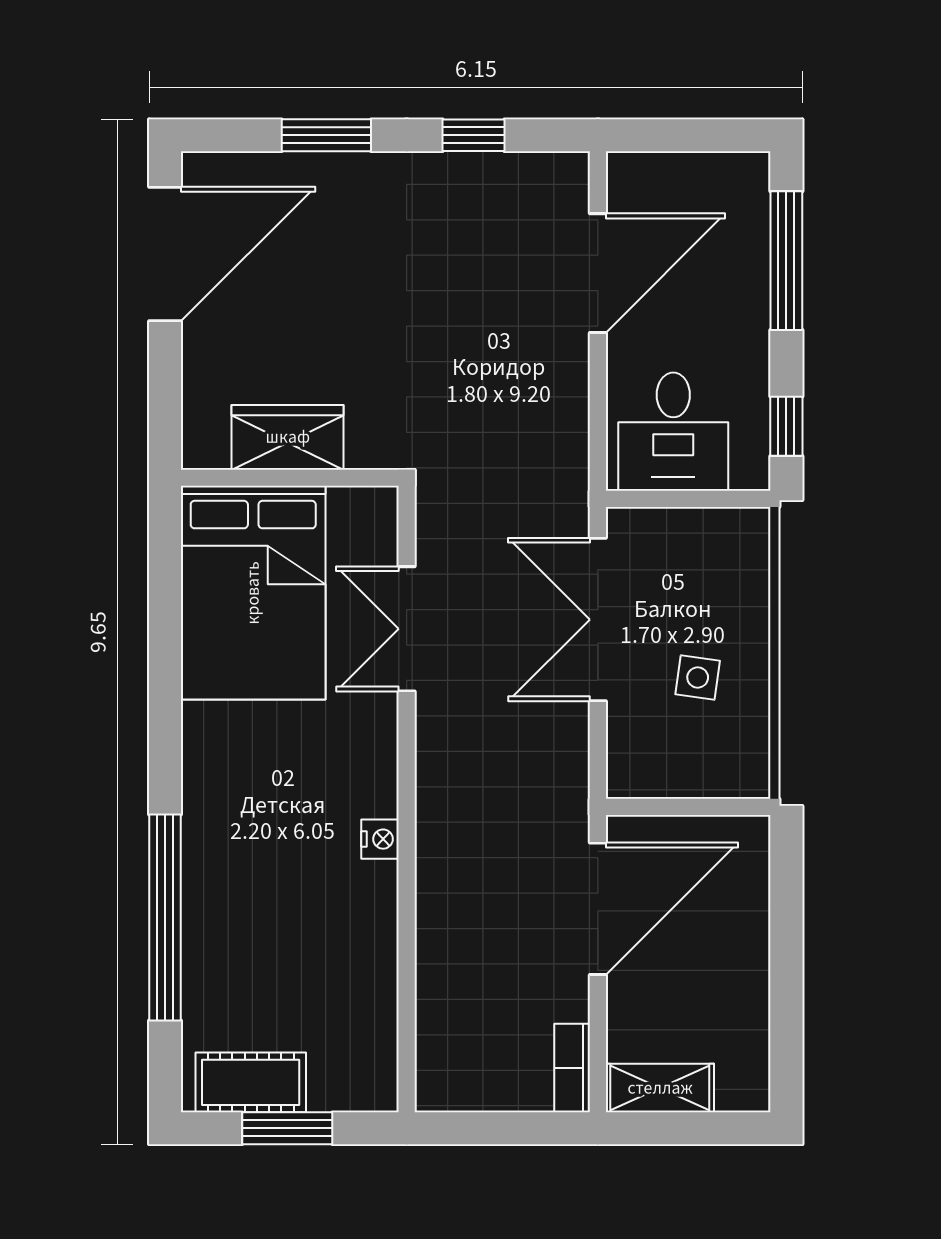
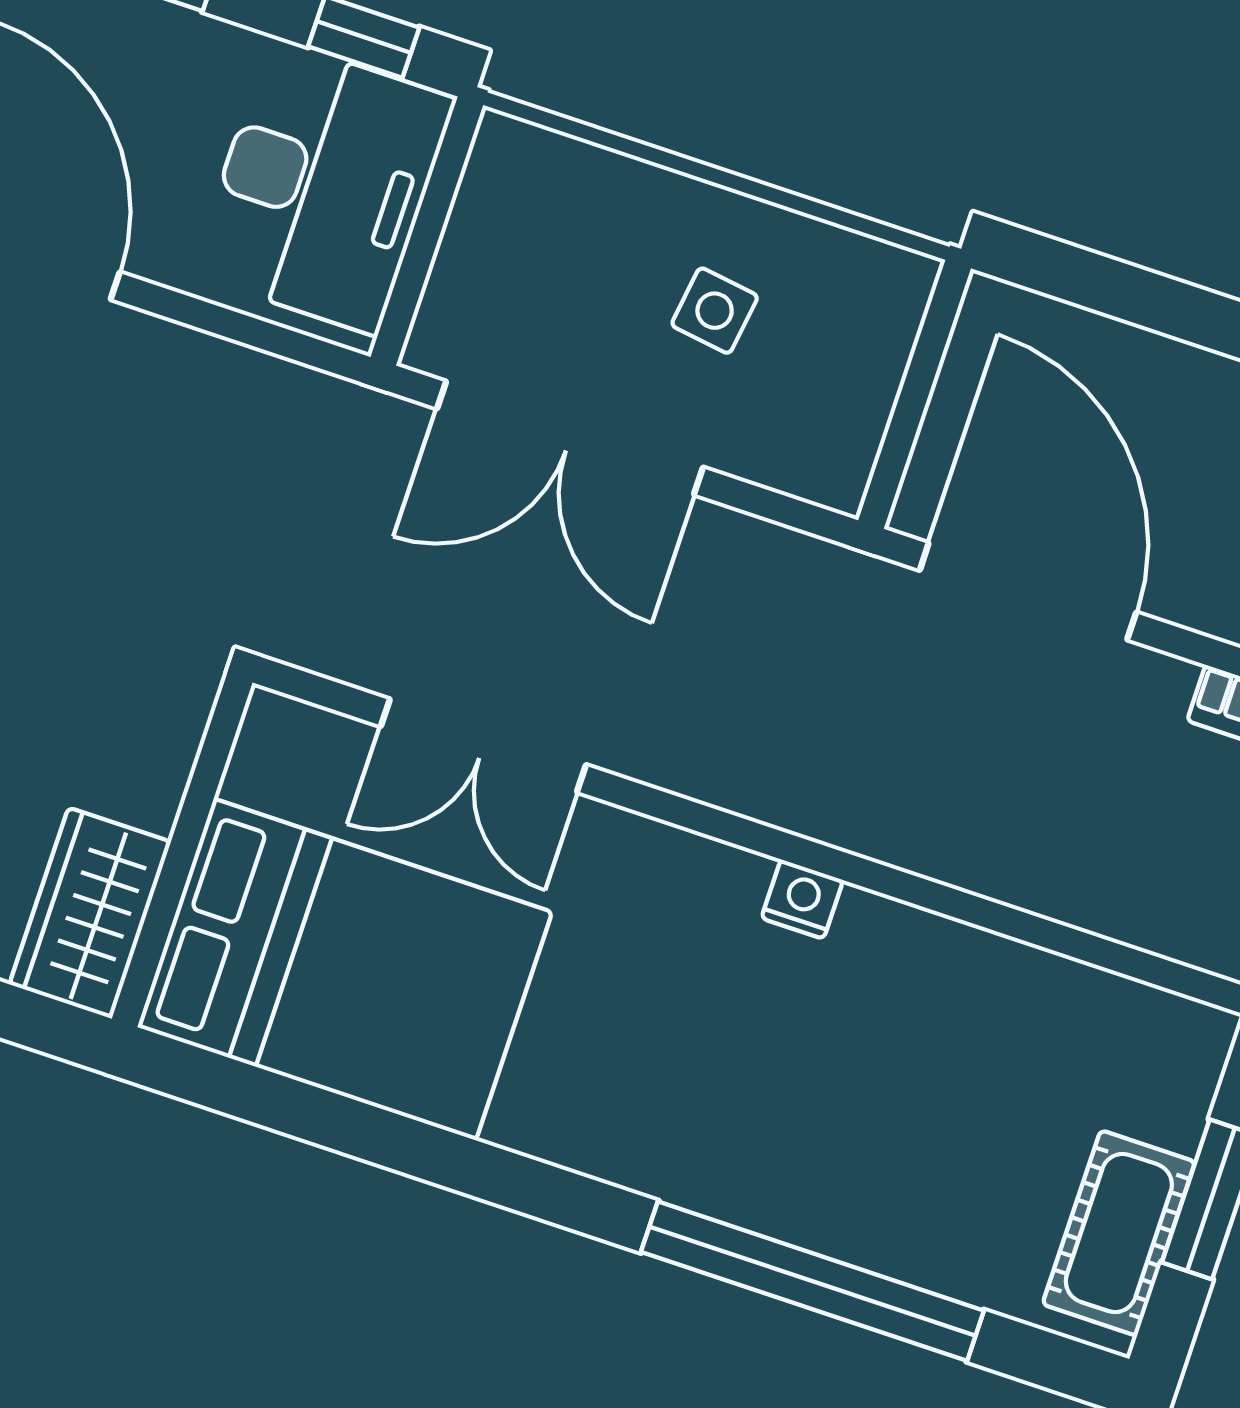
desk: (673, 432) -> (323, 187), width x1.37
wardrobe: (288, 437) -> (90, 913), moved

